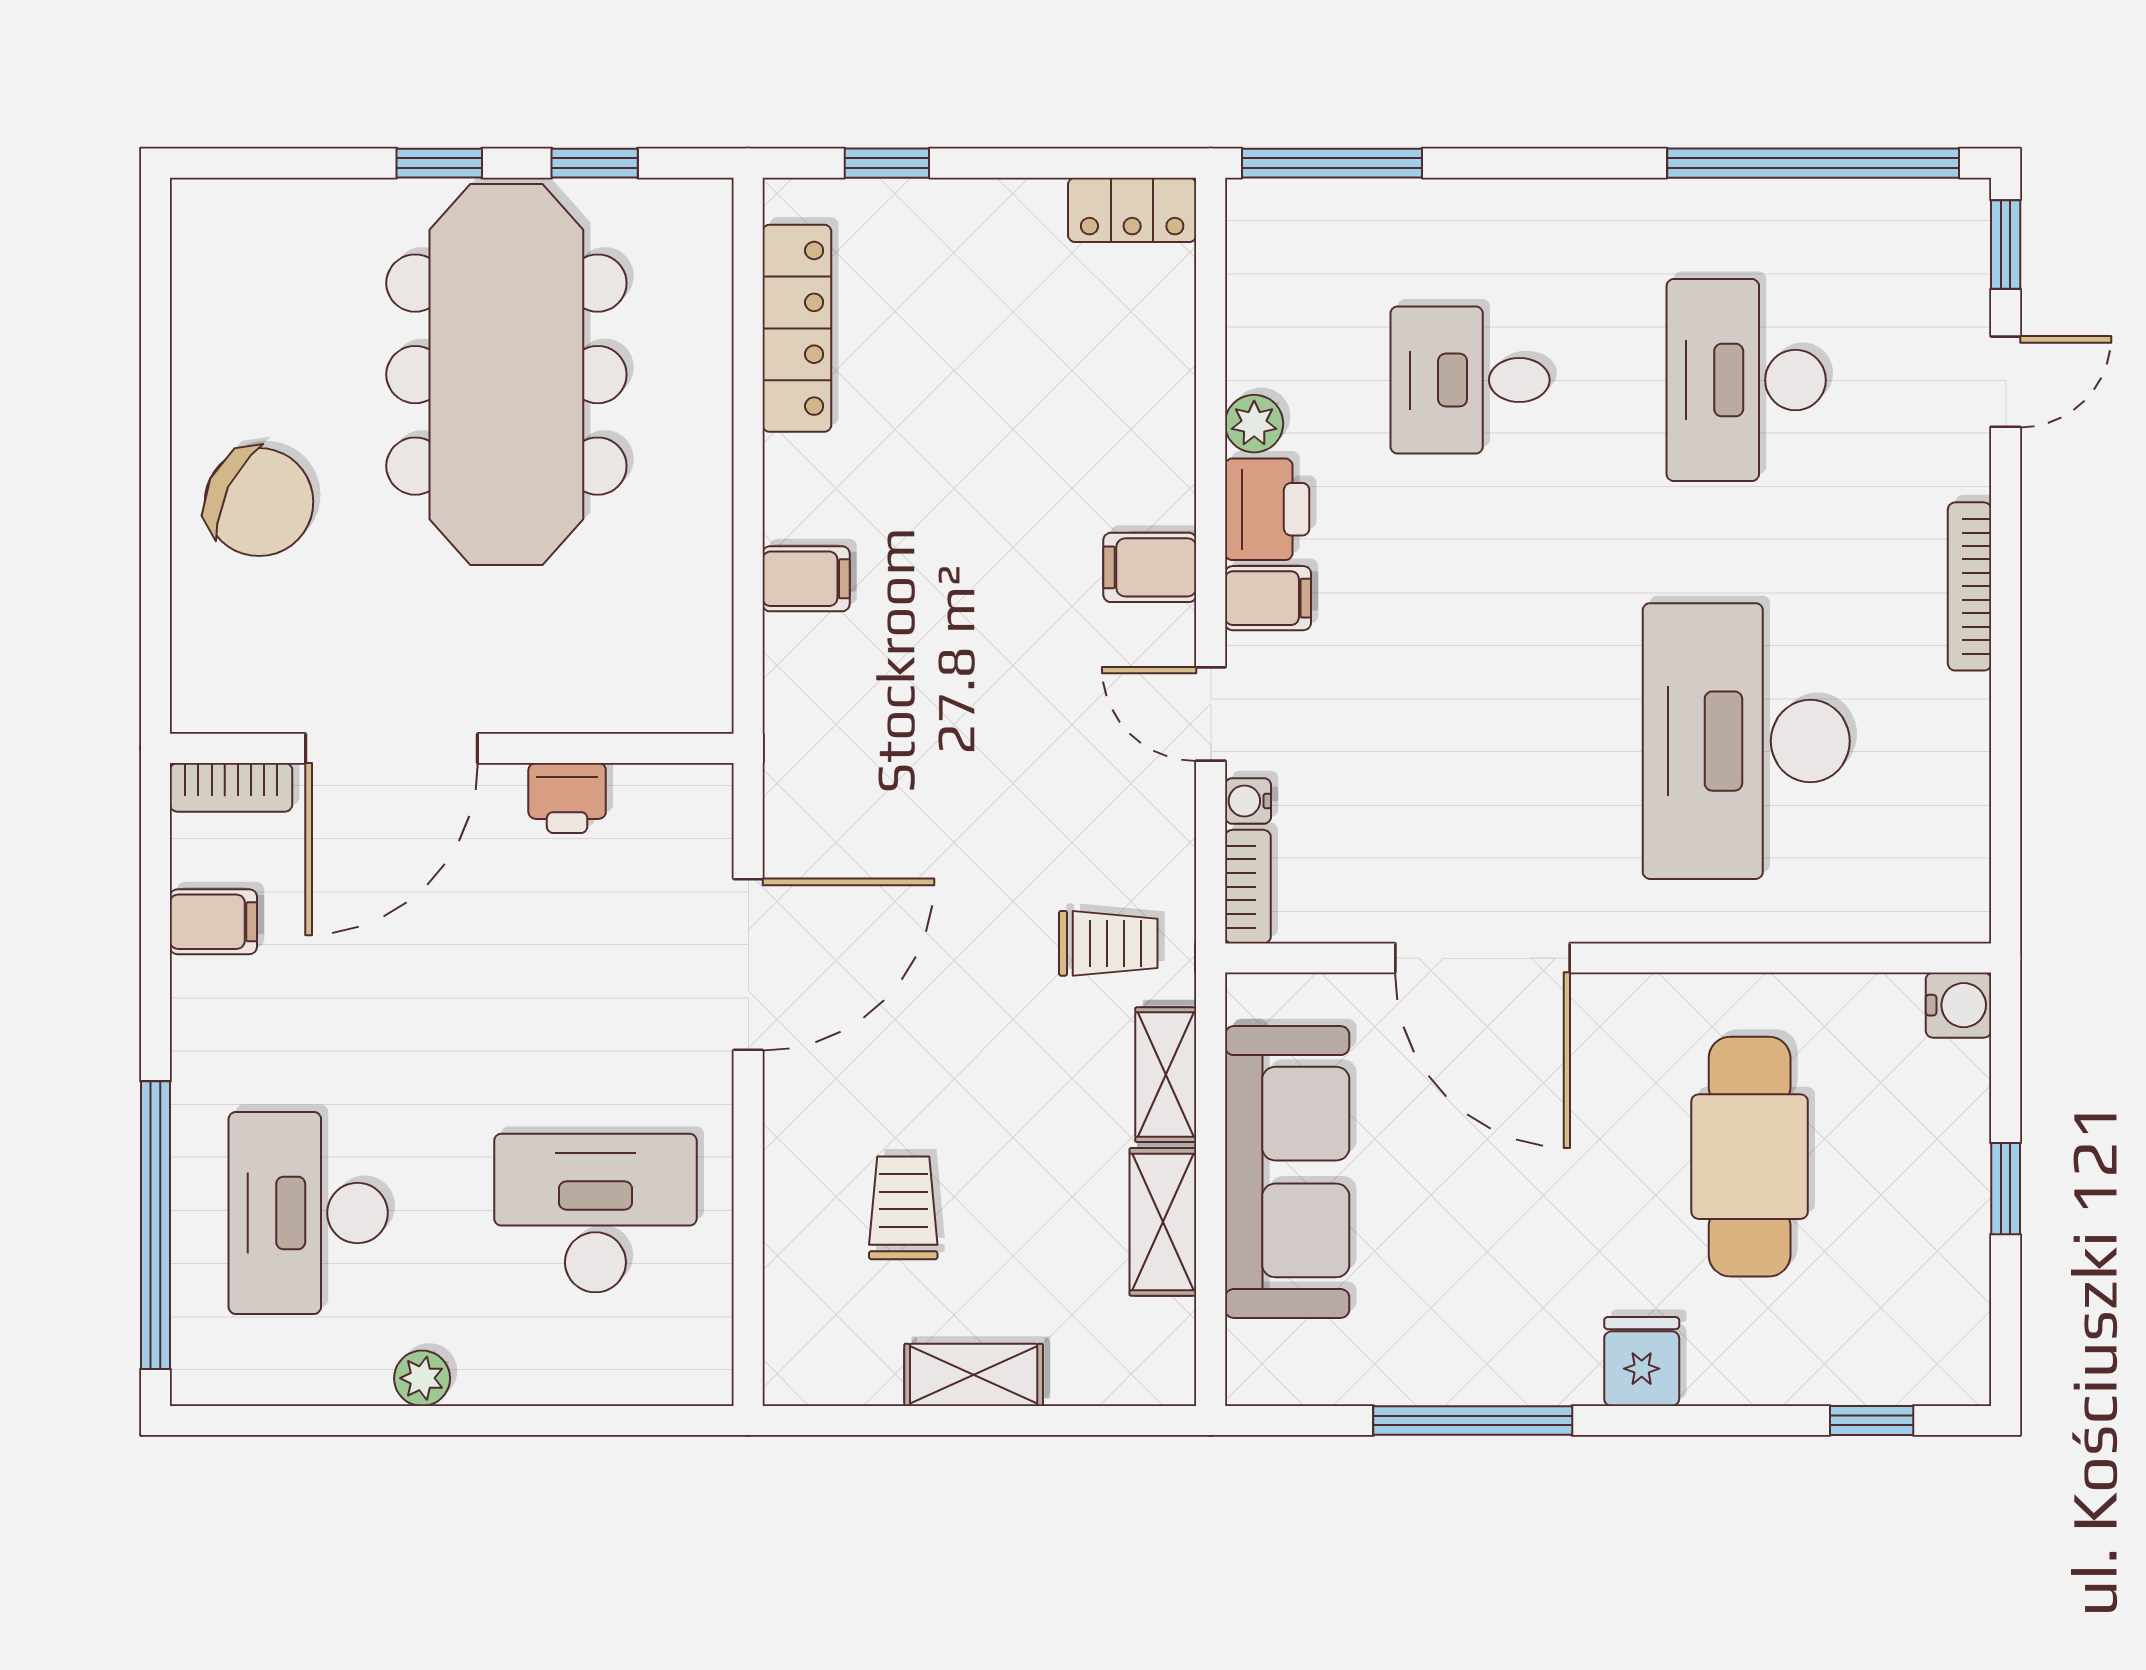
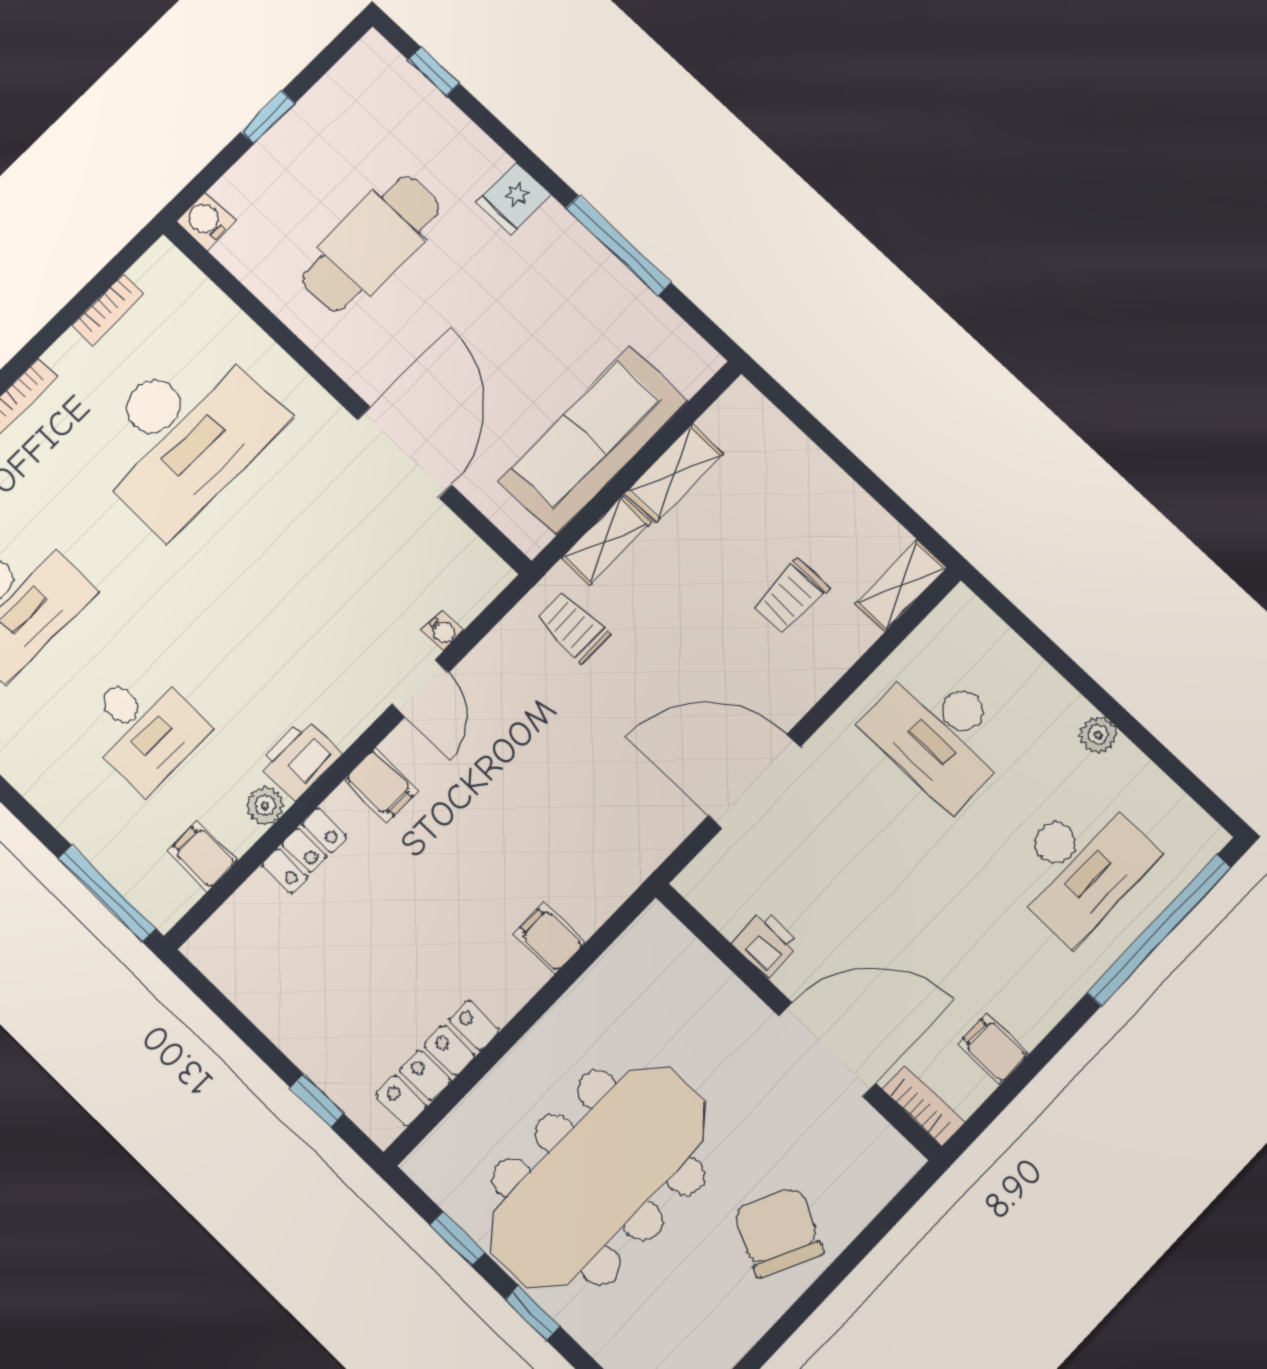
locker: (1132, 210) -> (304, 851), moved, turned 90
filing cabinet: (1268, 598) -> (203, 856), moved
bookcase: (1248, 887) -> (108, 309), moved, turned 180
shelving: (974, 1375) -> (901, 586), moved, turned 90

